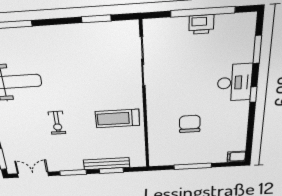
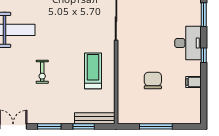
treadmill: (117, 119) -> (93, 71), turned 90
filing cabinet: (236, 157) -> (194, 82), moved
bench: (107, 164) -> (95, 118), moved

